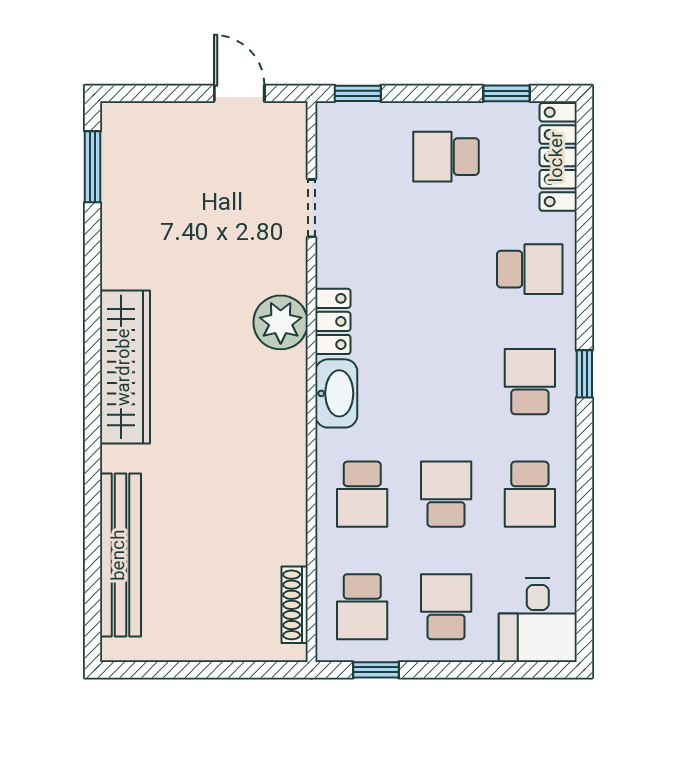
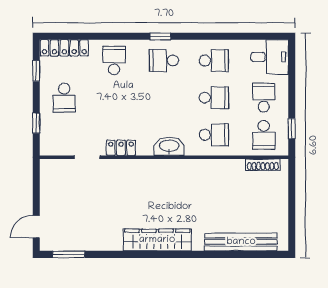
door: (239, 93) -> (36, 227), moved
window: (358, 93) -> (36, 123), moved
locker: (333, 321) -> (121, 148), moved
plant: (281, 322) -> (138, 171), removed
school desk: (446, 494) -> (214, 98), turned 180
school desk: (362, 607) -> (264, 135), turned 90
school desk: (446, 607) -> (264, 98), turned 90

